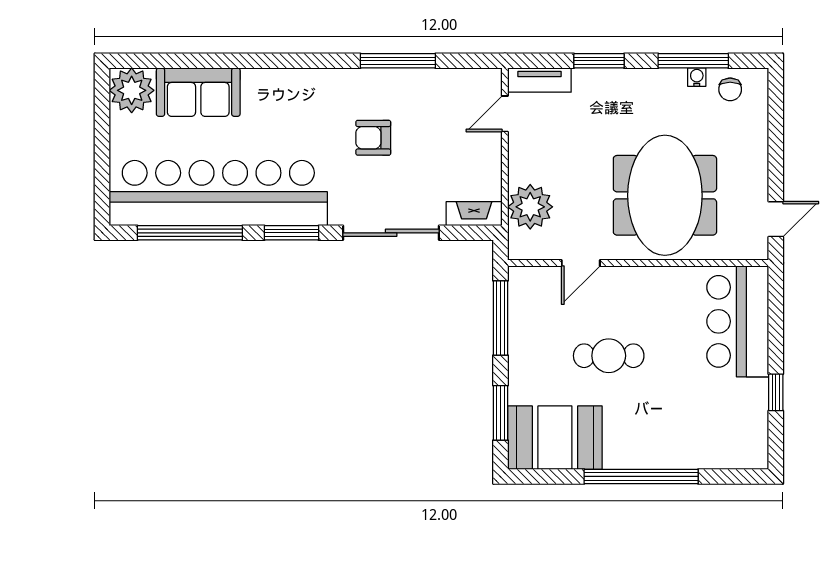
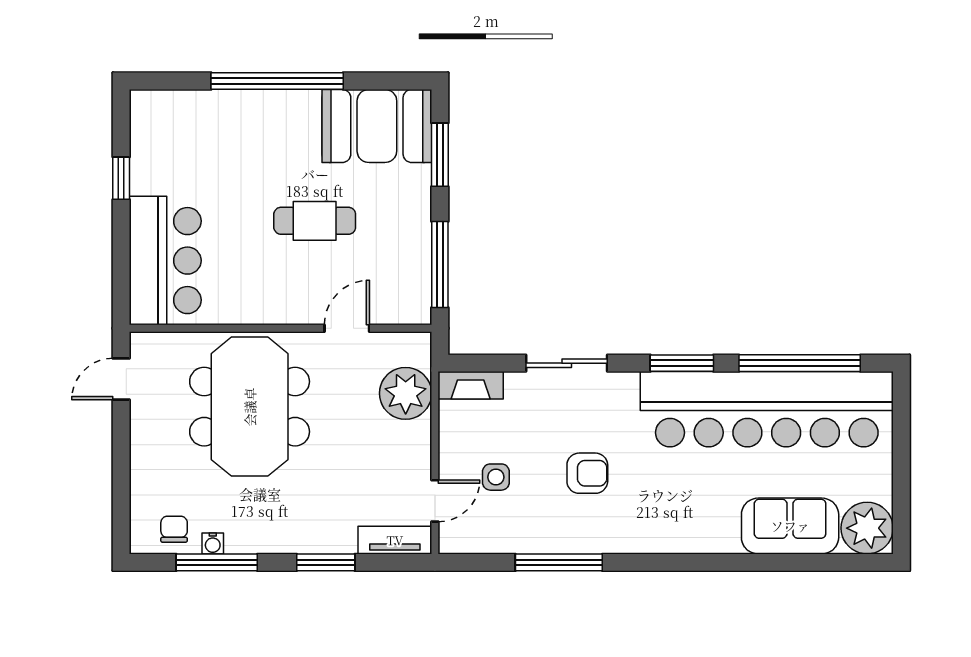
side table: (452, 134) -> (496, 477), added
sliding door: (391, 233) -> (567, 363), width x0.73

